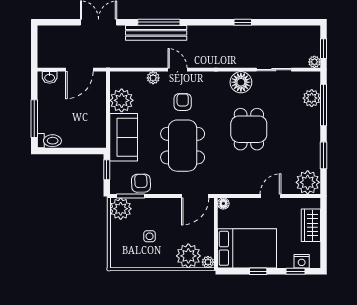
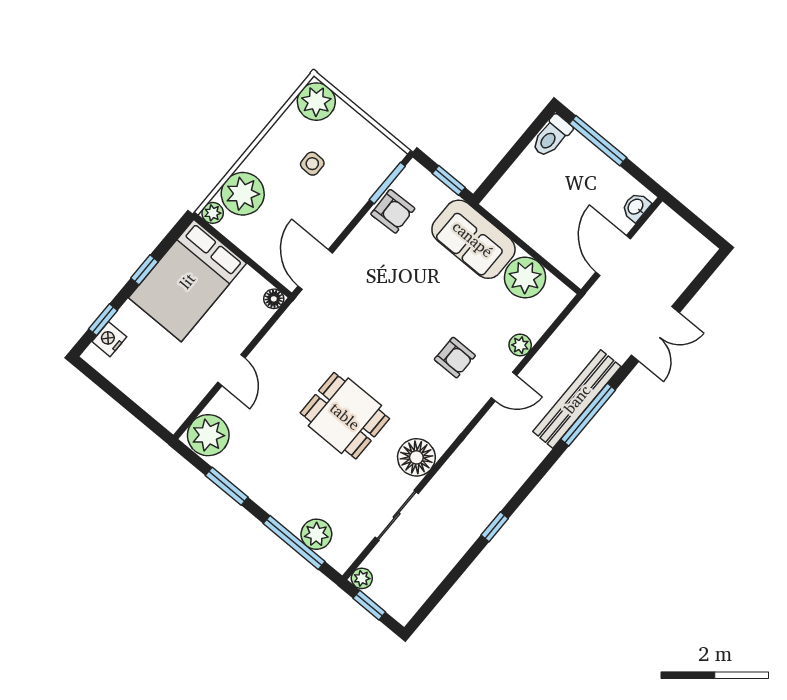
dining table: (183, 146) -> (397, 309), removed
plant: (121, 209) -> (316, 102), moved
wardrobe: (311, 225) -> (147, 392), removed

